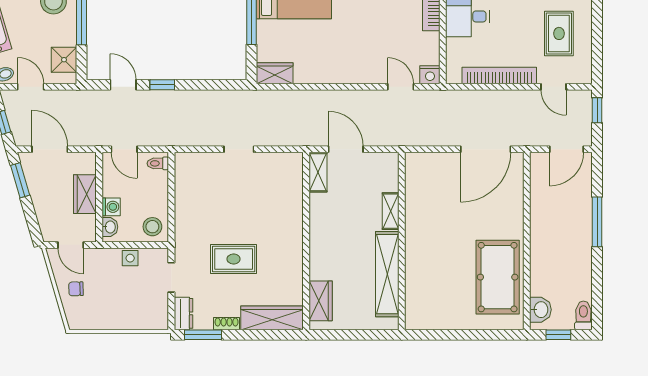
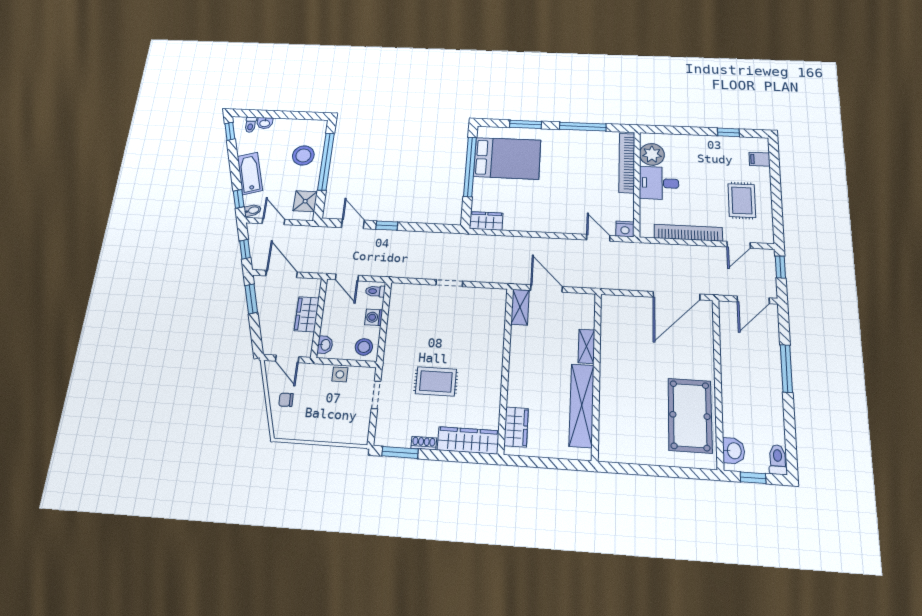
door: (553, 87) -> (739, 245), hinge flipped
washing machine: (111, 207) -> (374, 317), moved, turned 180
dresser: (184, 313) -> (384, 430), removed

